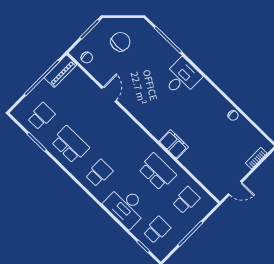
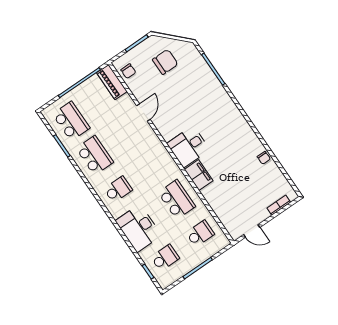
piano: (60, 71) -> (112, 82), moved, turned 90
desk: (182, 77) -> (188, 147), moved, turned 180
school desk: (41, 116) -> (71, 121), width x1.85

